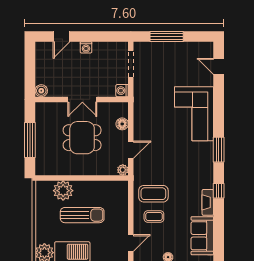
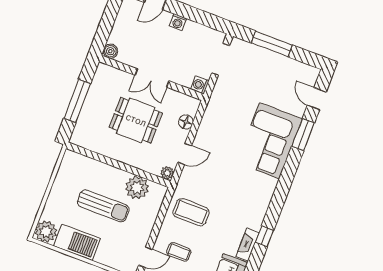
window: (219, 150) -> (303, 135), moved
plant: (63, 191) -> (137, 188), moved
coffee table: (154, 217) -> (179, 252), moved

